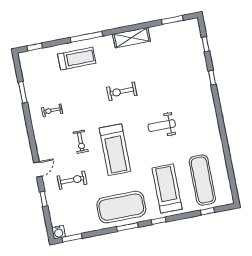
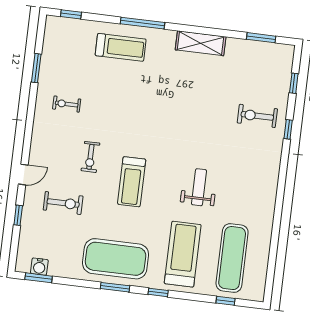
exercise bike: (122, 91) -> (257, 116), moved
weight bench: (162, 126) -> (199, 187), moved, turned 90
treadmill: (115, 150) -> (132, 182), width x0.73, depth x0.73
water cooler: (58, 232) -> (39, 267), moved

